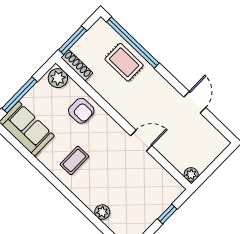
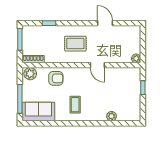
window: (73, 40) -> (20, 39), moved
window: (133, 42) -> (49, 23), width x0.32
rug: (124, 62) -> (75, 44), moved
door: (141, 141) -> (97, 65), swing flipped

